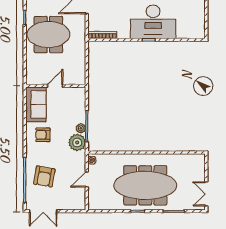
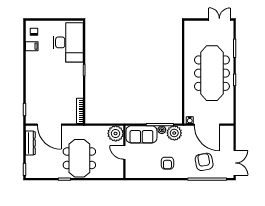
desk: (153, 22) -> (68, 42), moved
plant: (77, 76) -> (116, 133), added
sofa: (36, 104) -> (141, 134), moved, turned 180
armchair: (44, 176) -> (204, 162), turned -110
door: (87, 180) -> (207, 125), width x1.87
double door: (206, 194) -> (219, 19), swing flipped

